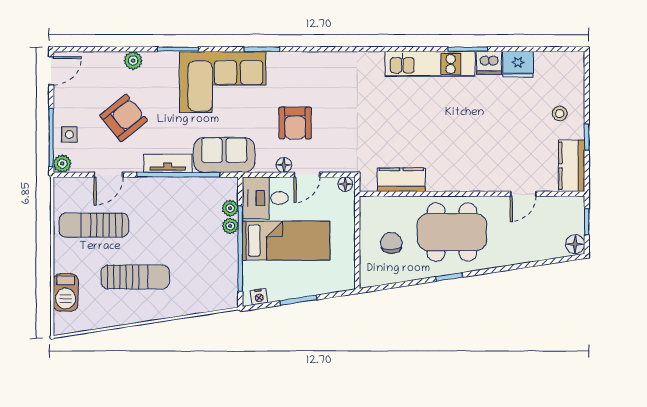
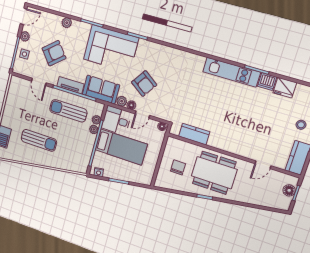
armchair: (295, 123) -> (144, 84), turned -55
plant: (265, 163) -> (122, 101), added
plant: (62, 164) -> (25, 36), moved
door: (109, 175) -> (39, 82), hinge flipped
sun lounger: (94, 225) -> (68, 111), moved
floor lamp: (575, 244) -> (289, 190), moved

